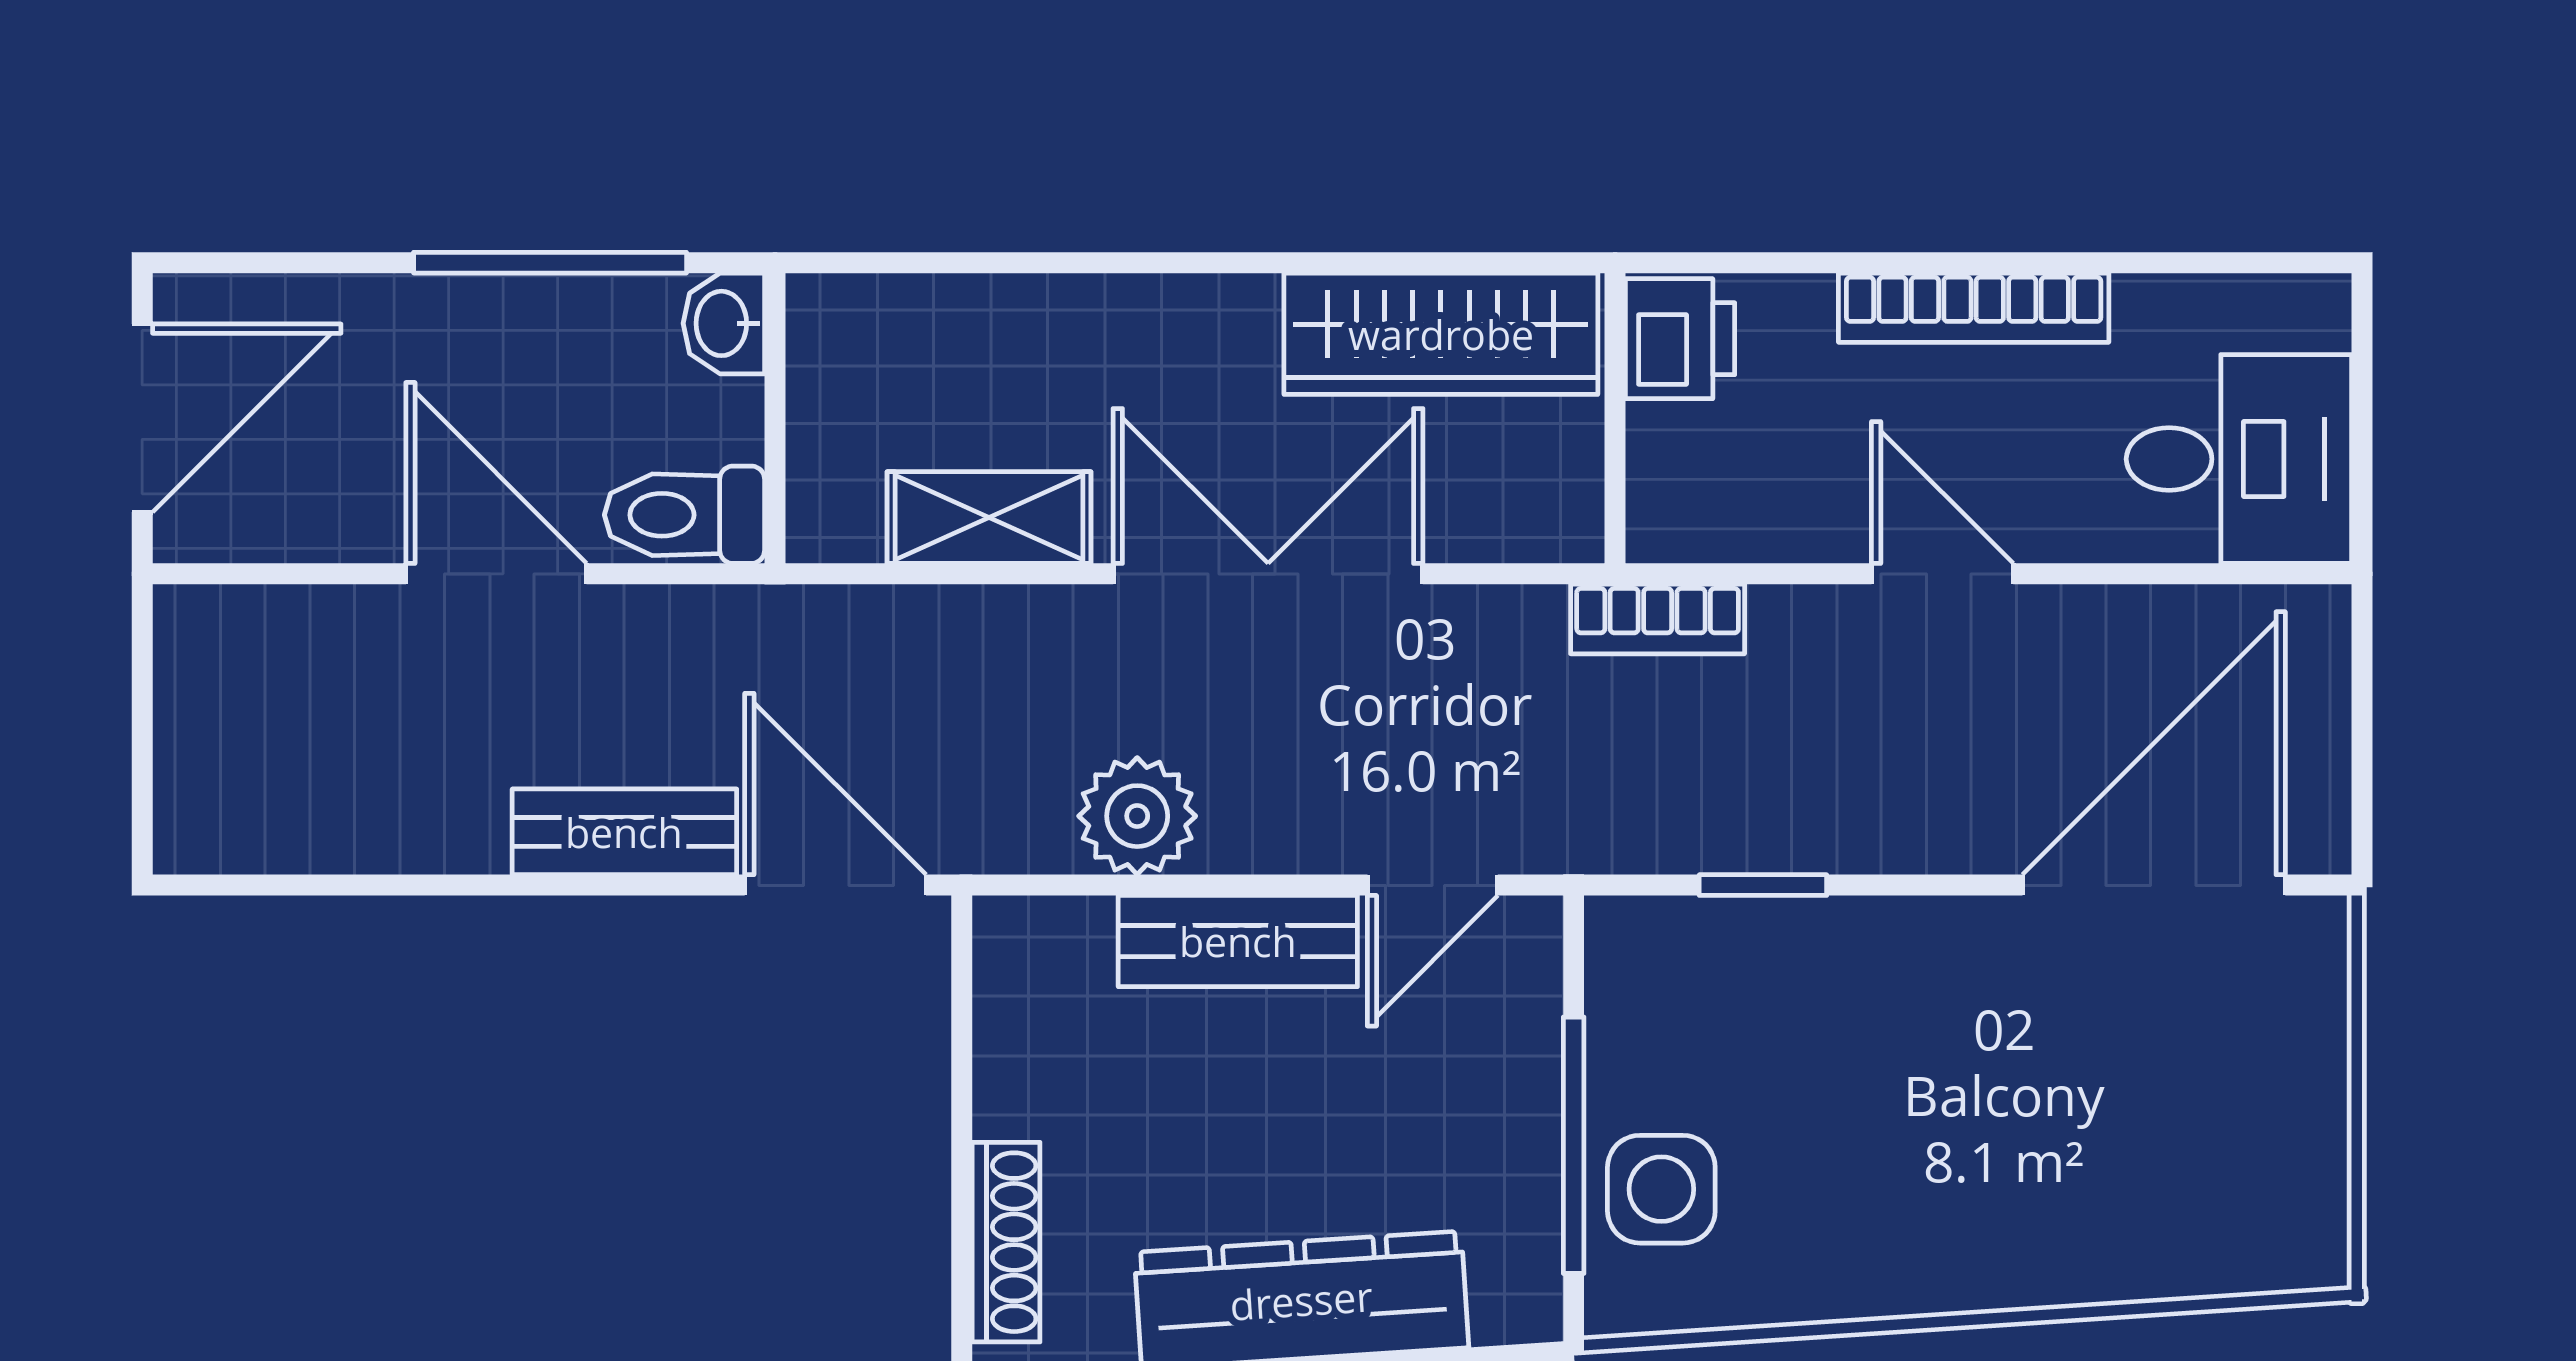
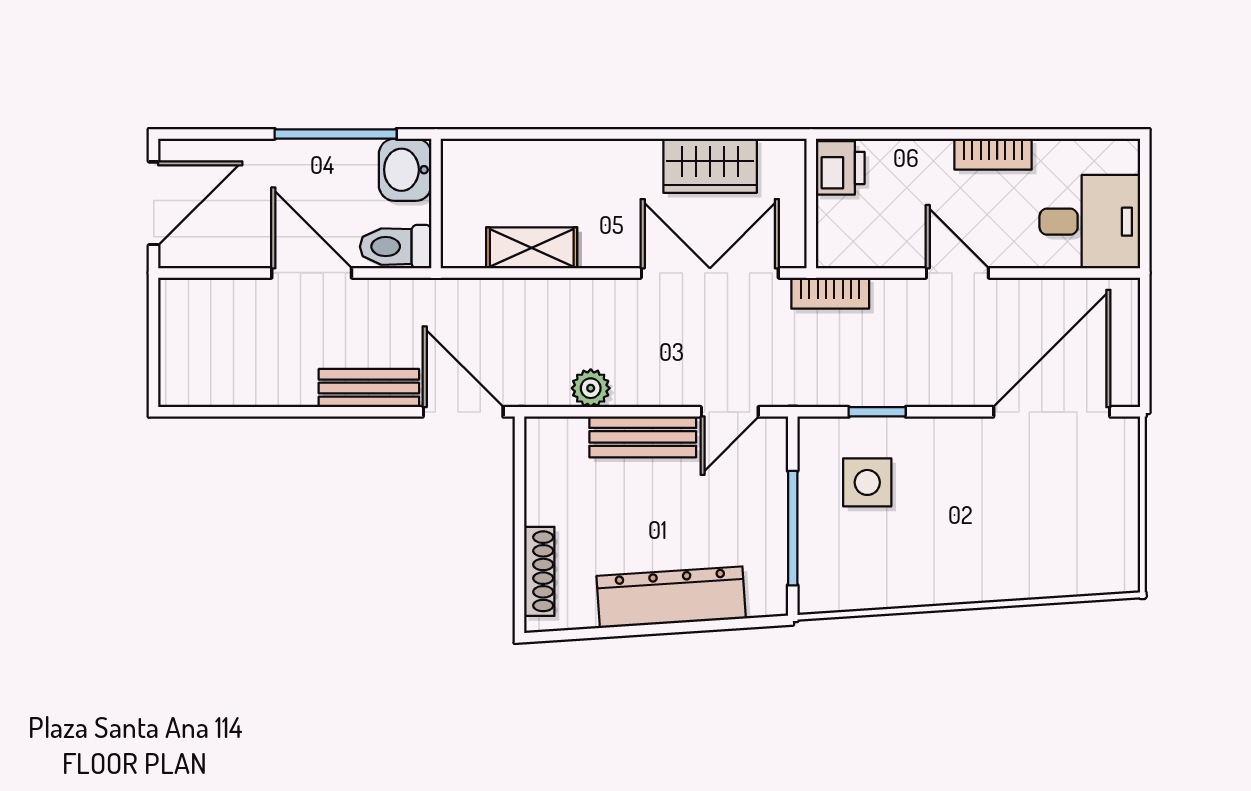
bookcase: (1974, 308) -> (993, 154), width x0.64
washbasin: (724, 323) -> (405, 170), width x1.38, depth x1.45
wardrobe: (1441, 334) -> (710, 166), width x0.67
double door: (1268, 574) -> (710, 273), moved
plant: (1137, 816) -> (591, 388), width x0.73, depth x0.73
side table: (1661, 1189) -> (867, 482), moved

